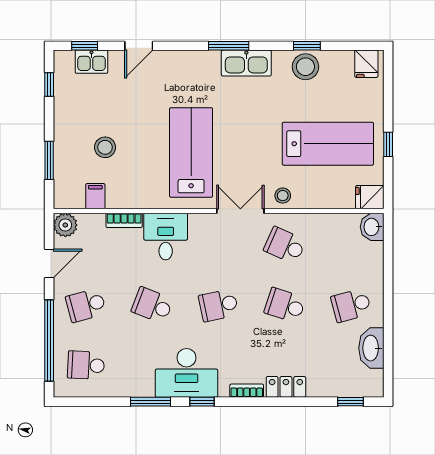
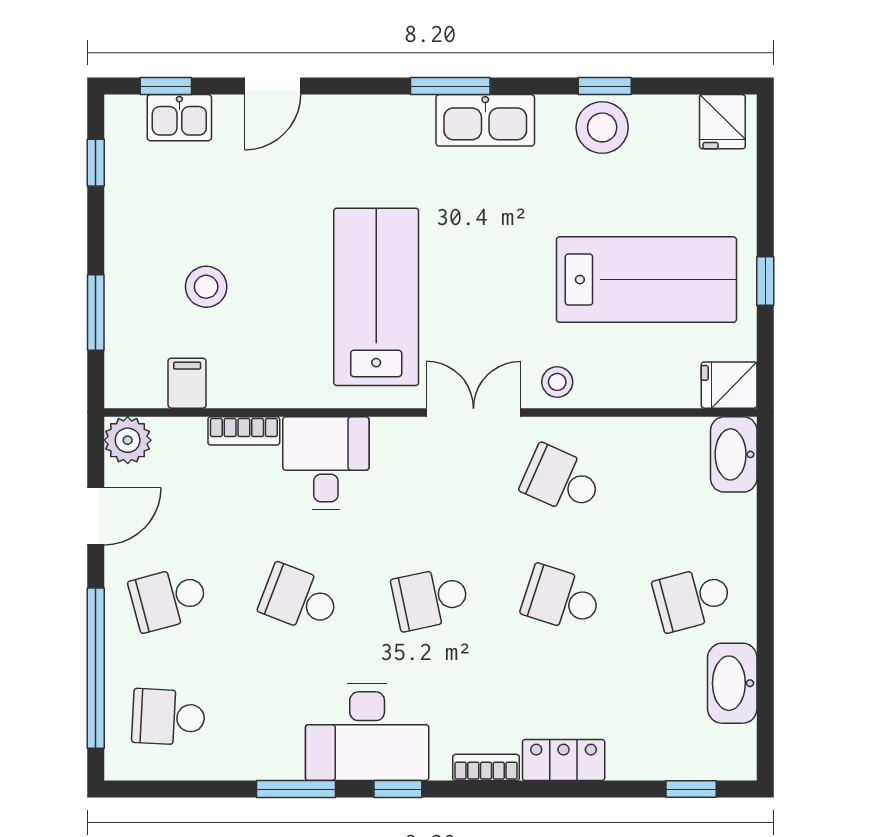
washbasin: (372, 227) -> (734, 454), width x1.38

